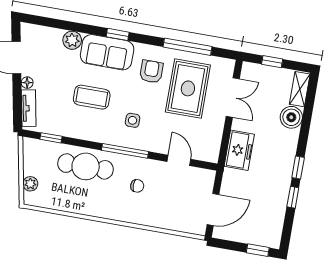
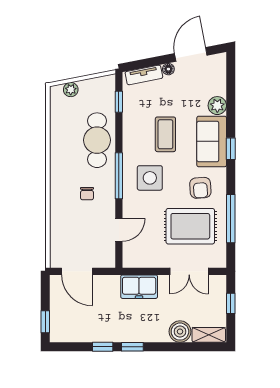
armchair: (151, 72) -> (200, 188), turned 86
side table: (133, 120) -> (150, 178), width x1.87, depth x1.87

